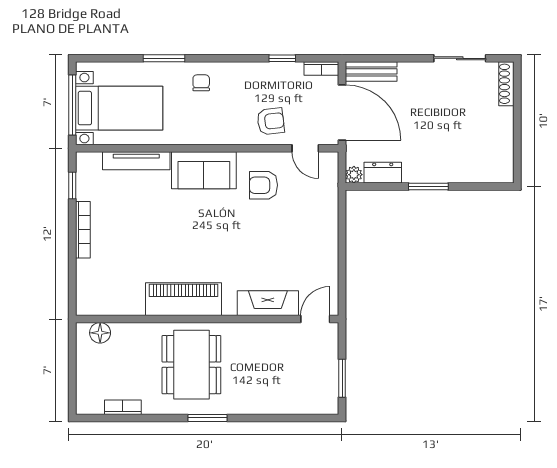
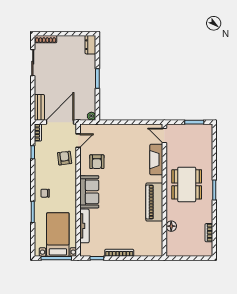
dresser: (383, 173) -> (90, 45), moved
floor lamp: (100, 333) -> (171, 226), moved
dining table: (191, 365) -> (187, 184), moved, turned 90

